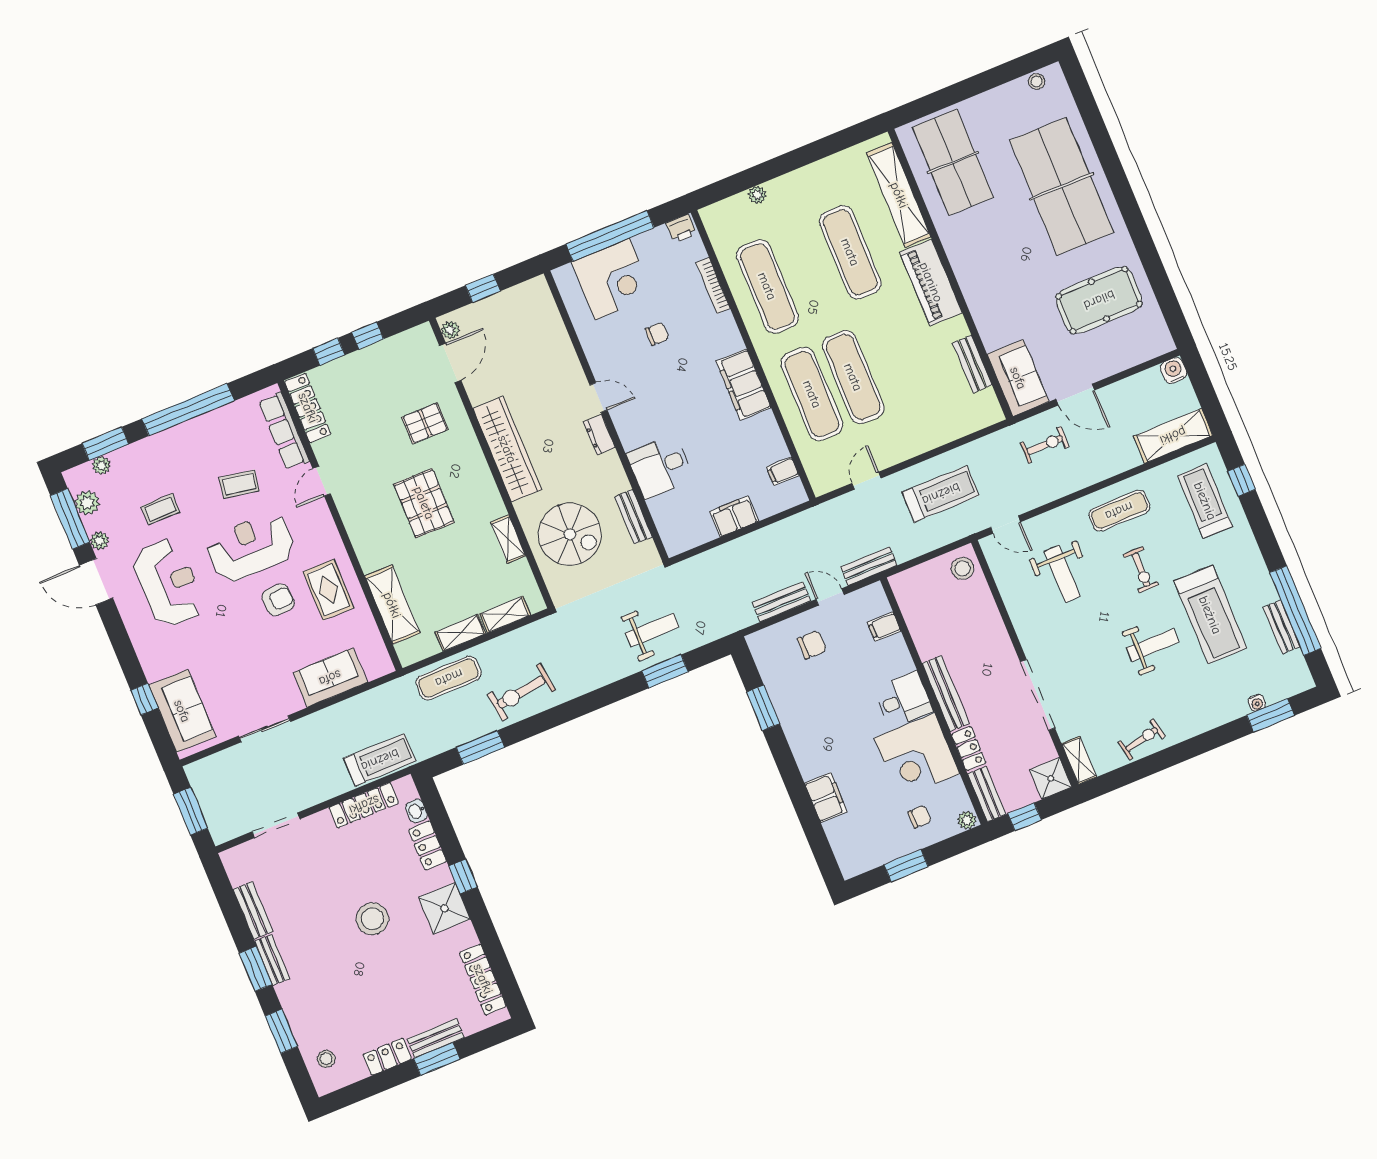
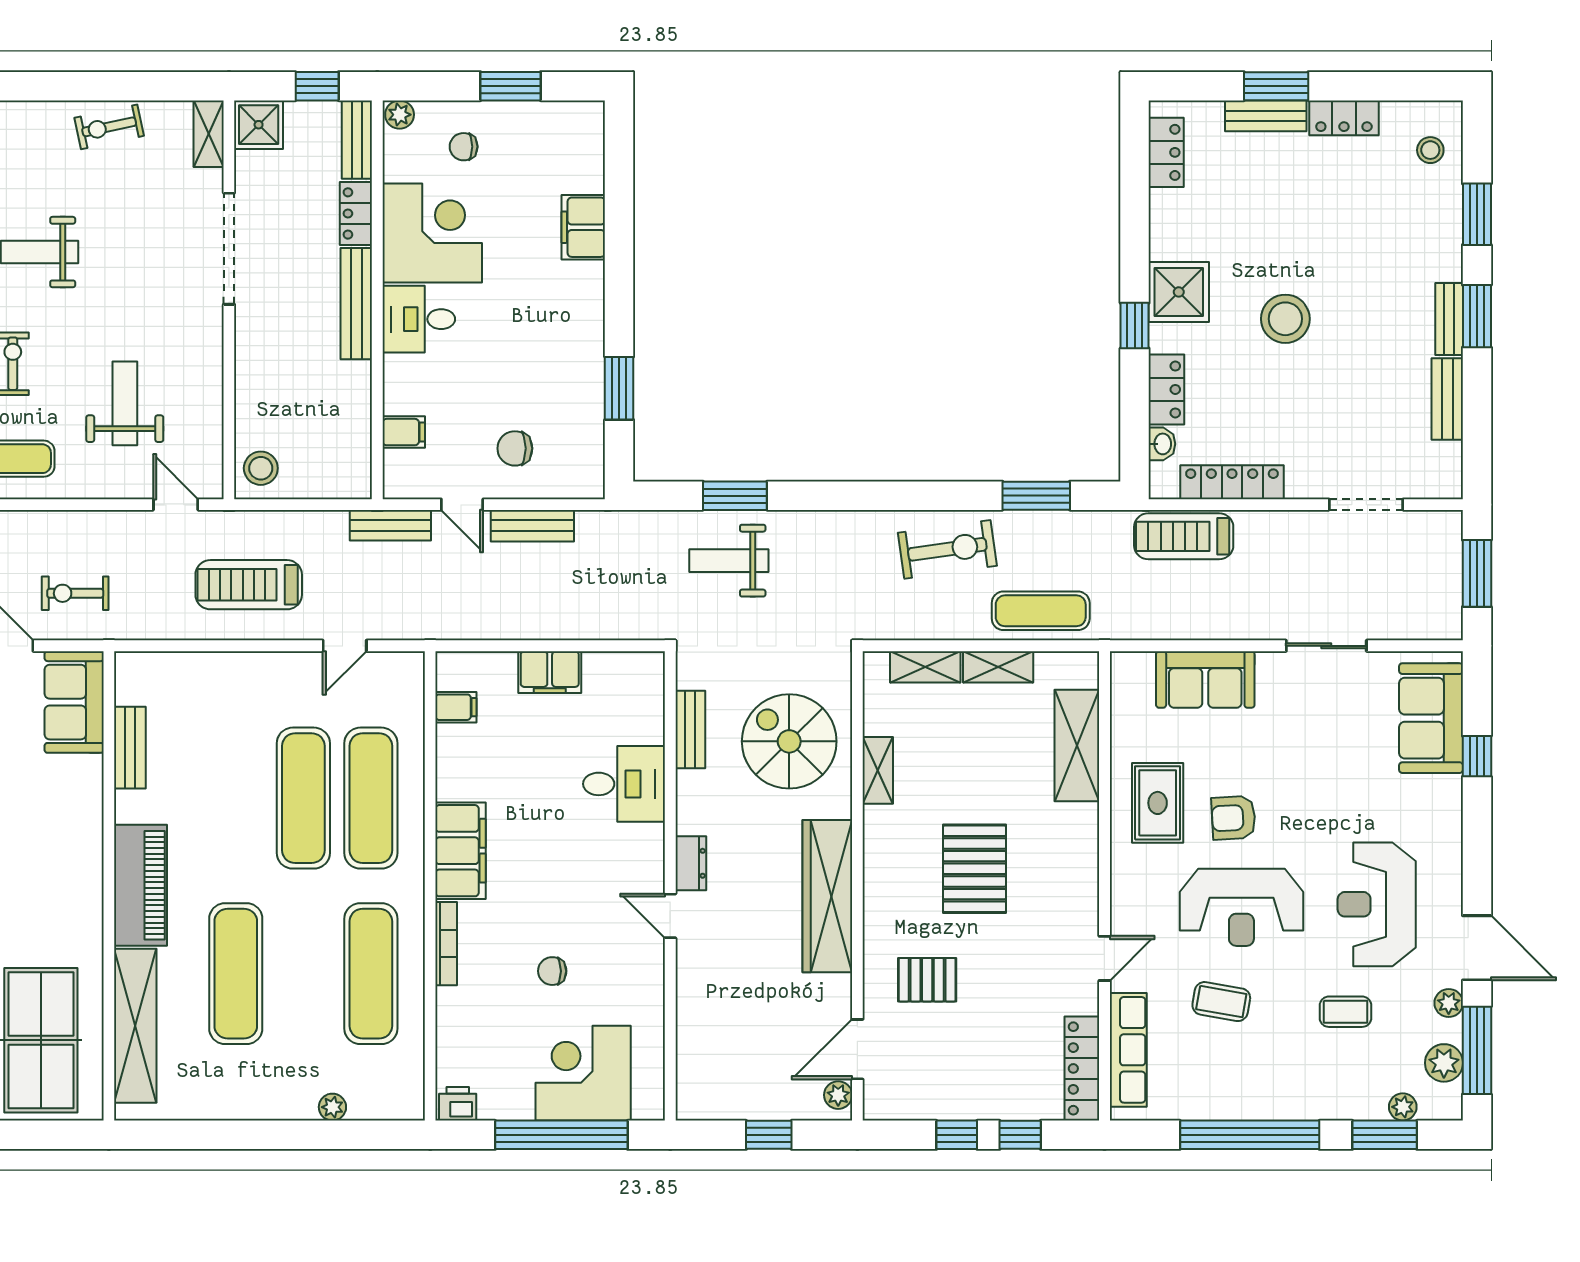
bookcase: (713, 286) -> (446, 944), moved
locker: (483, 979) -> (1166, 152), width x0.66

